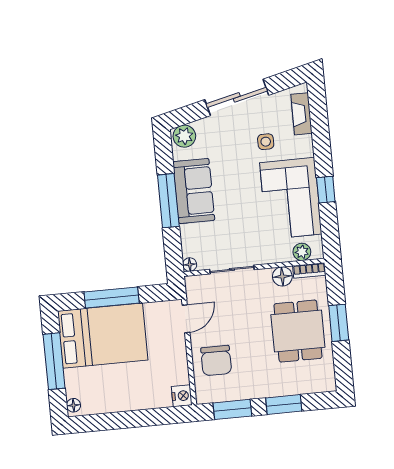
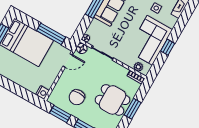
floor lamp: (282, 276) -> (82, 48), moved
window: (112, 298) -> (51, 34), moved
dining table: (298, 331) -> (113, 100), turned 90
chair: (216, 361) -> (77, 97), moved

